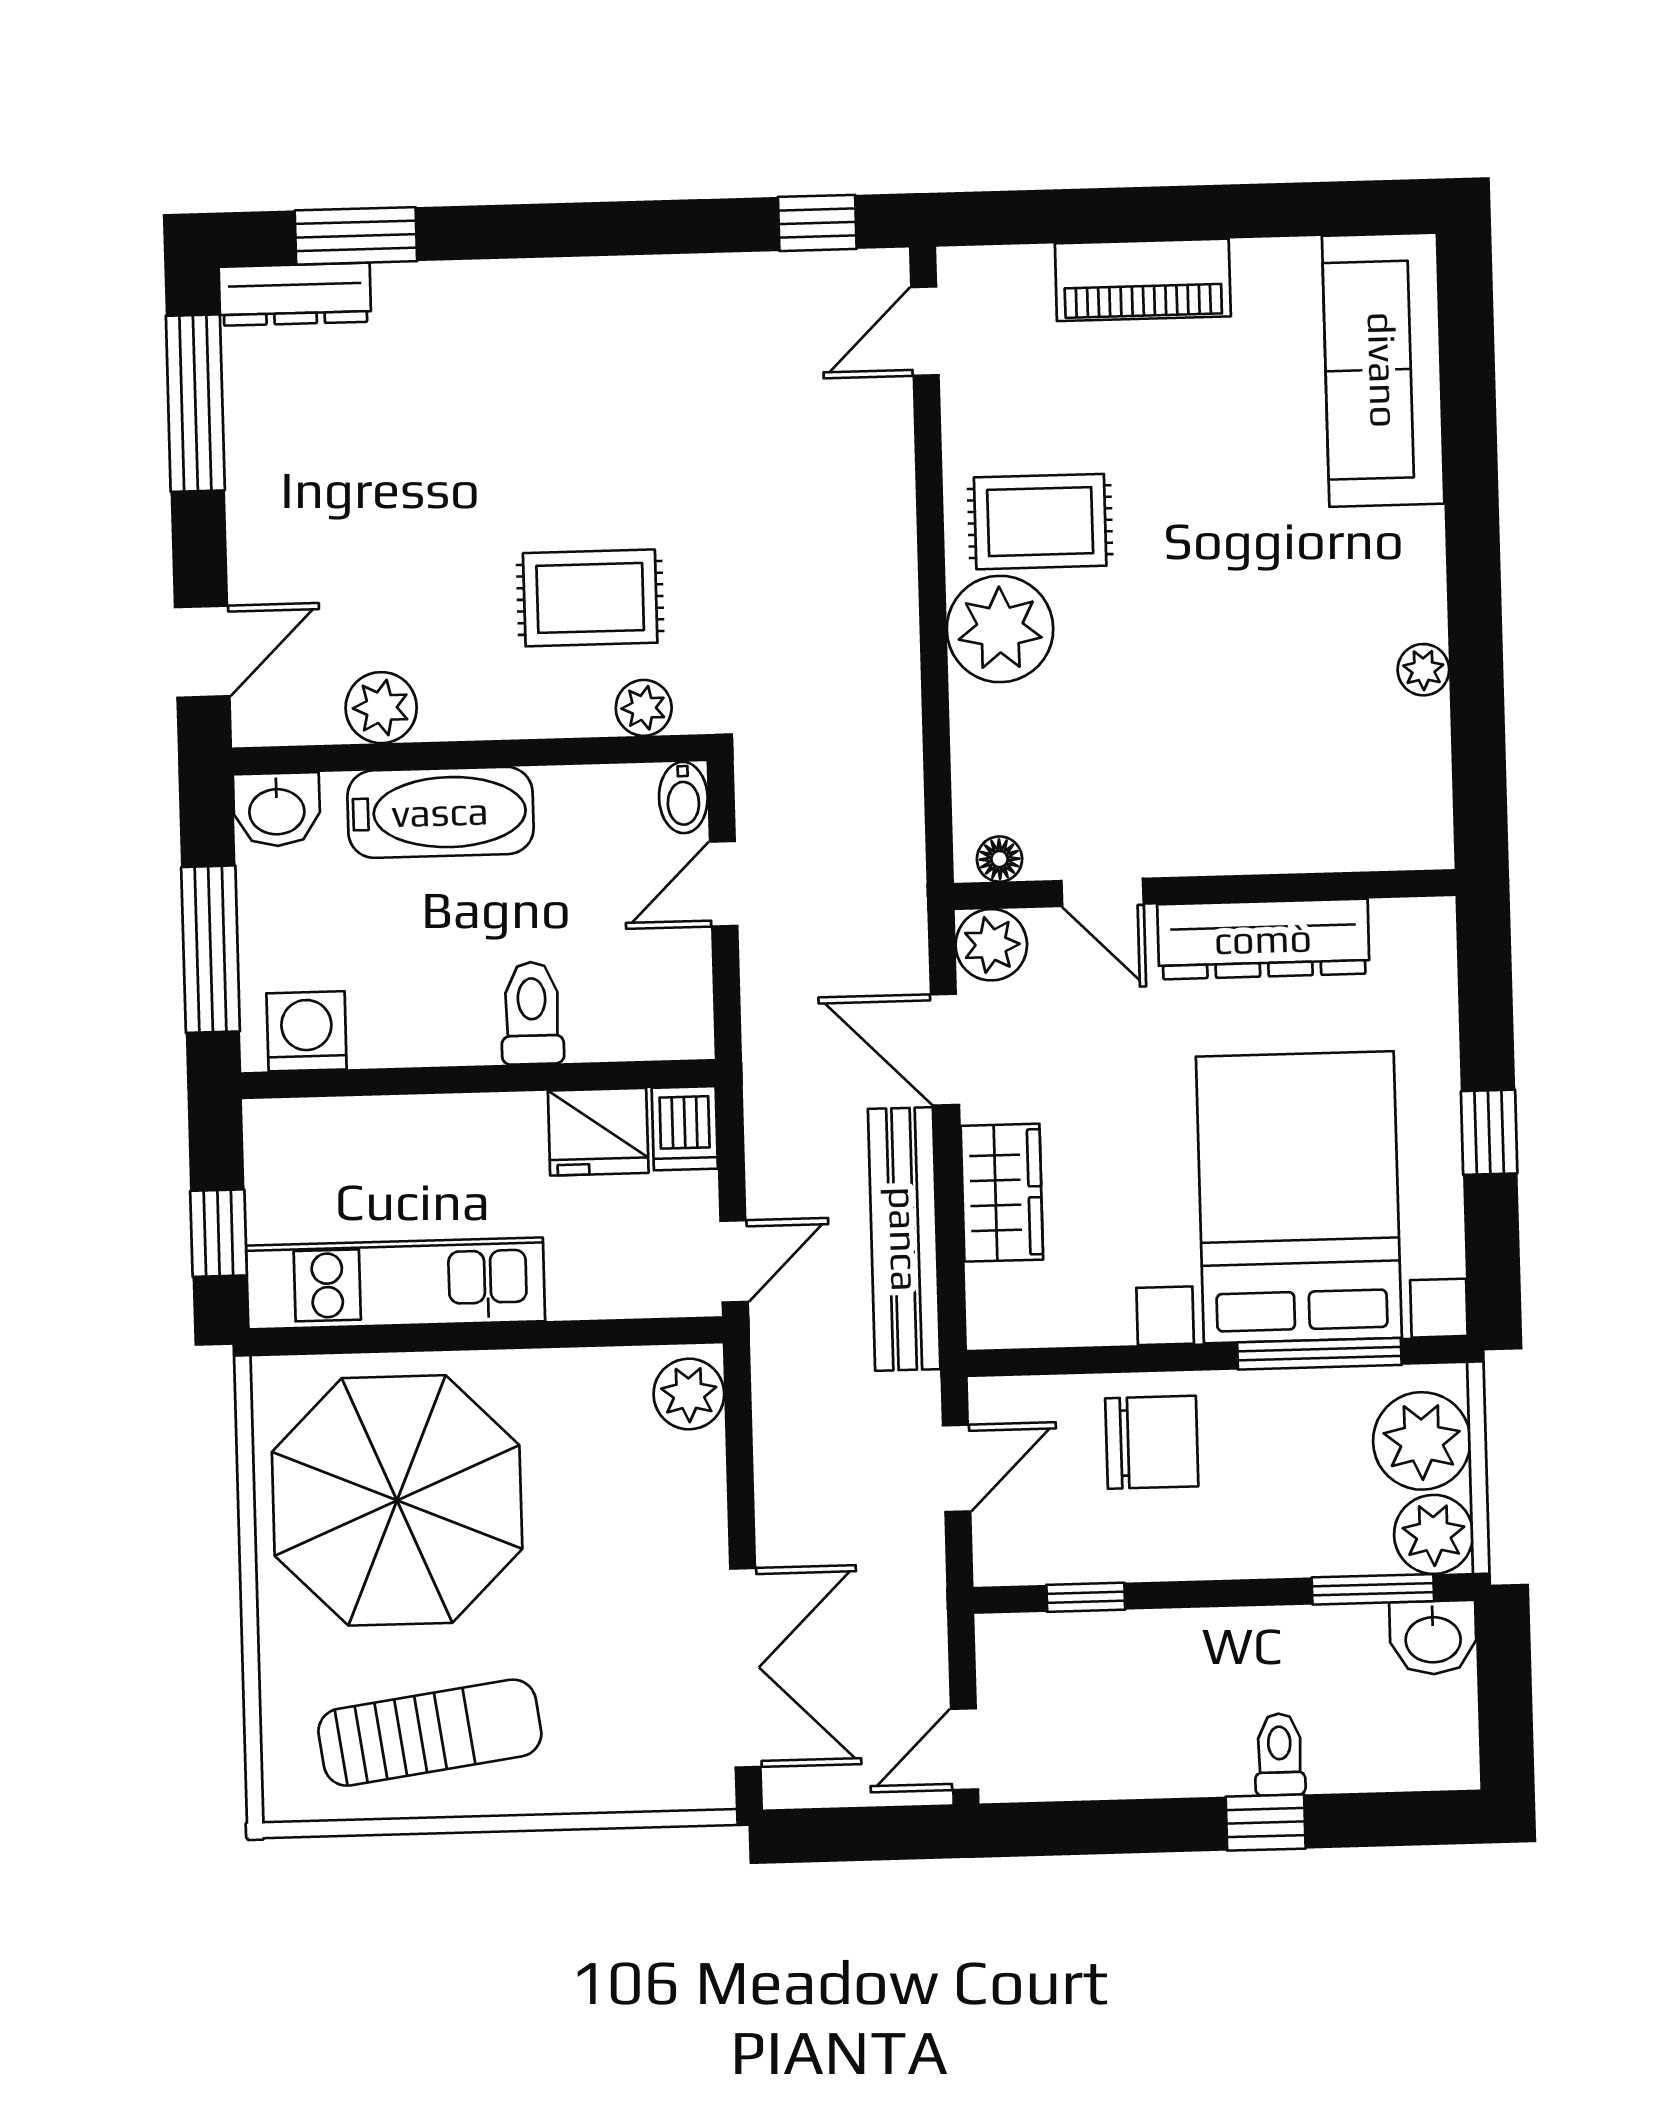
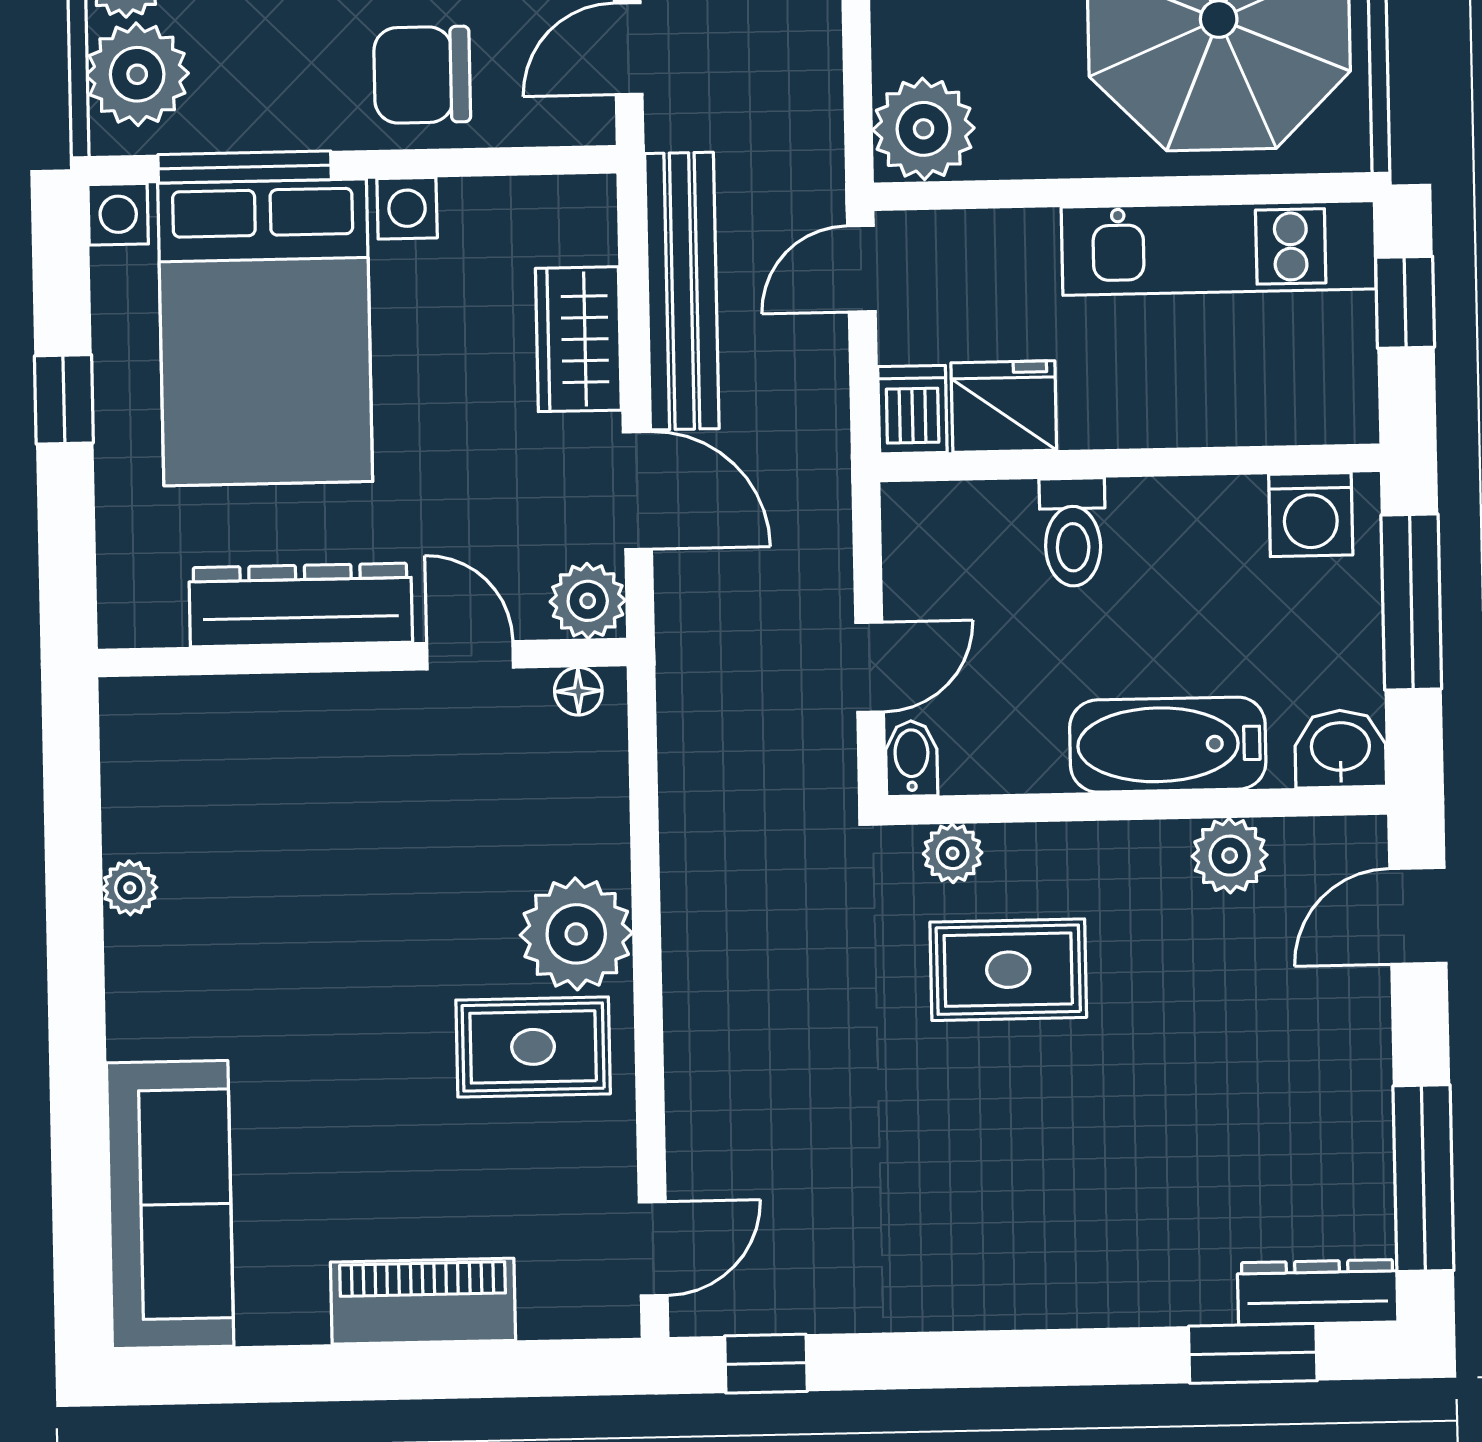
plant: (689, 1394) -> (924, 129), width x1.36, depth x1.36

